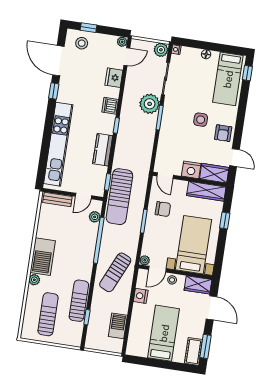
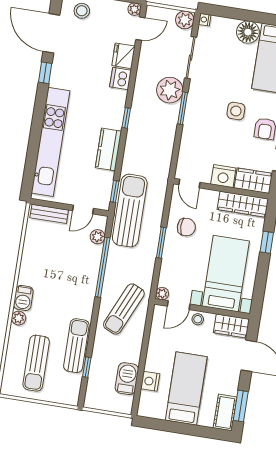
floor lamp: (206, 54) -> (248, 32), width x1.89, depth x1.89
dishwasher: (110, 106) -> (120, 78), moved
sun lounger: (119, 197) -> (130, 211), turned 180
barbecue: (43, 257) -> (23, 298), width x0.53, depth x0.65
nightstand: (141, 296) -> (150, 381), moved
sun lounger: (48, 314) -> (36, 363), turned 180

